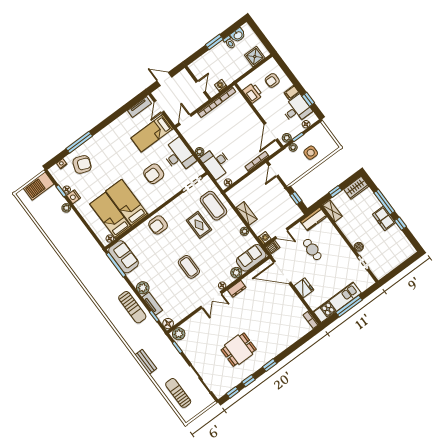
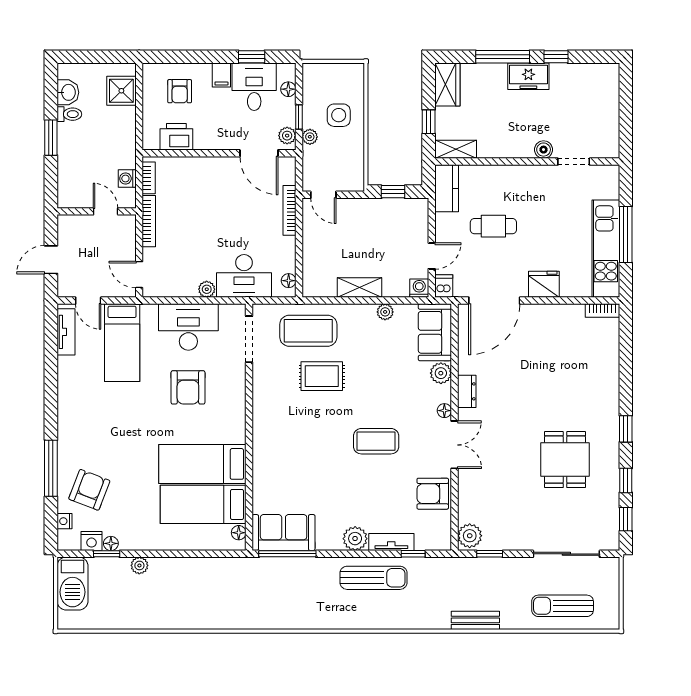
nightstand: (74, 197) -> (91, 541), moved
armchair: (158, 225) -> (433, 494), moved, turned 90
floor lamp: (168, 324) -> (441, 540), removed

